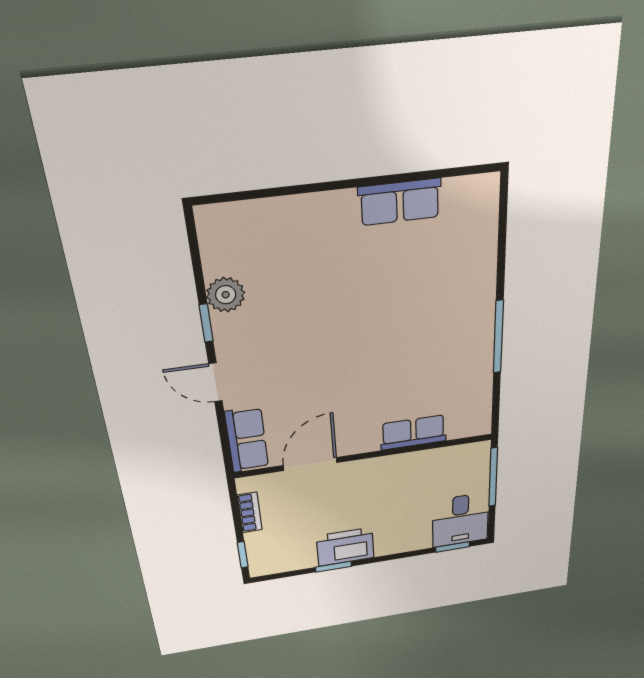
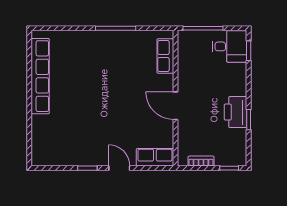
row of seats: (400, 202) -> (40, 76), width x2.02
plant: (226, 295) -> (74, 158), removed
door: (215, 382) -> (119, 168), swing flipped
row of seats: (413, 432) -> (165, 56), moved
door: (310, 464) -> (176, 106), moved

